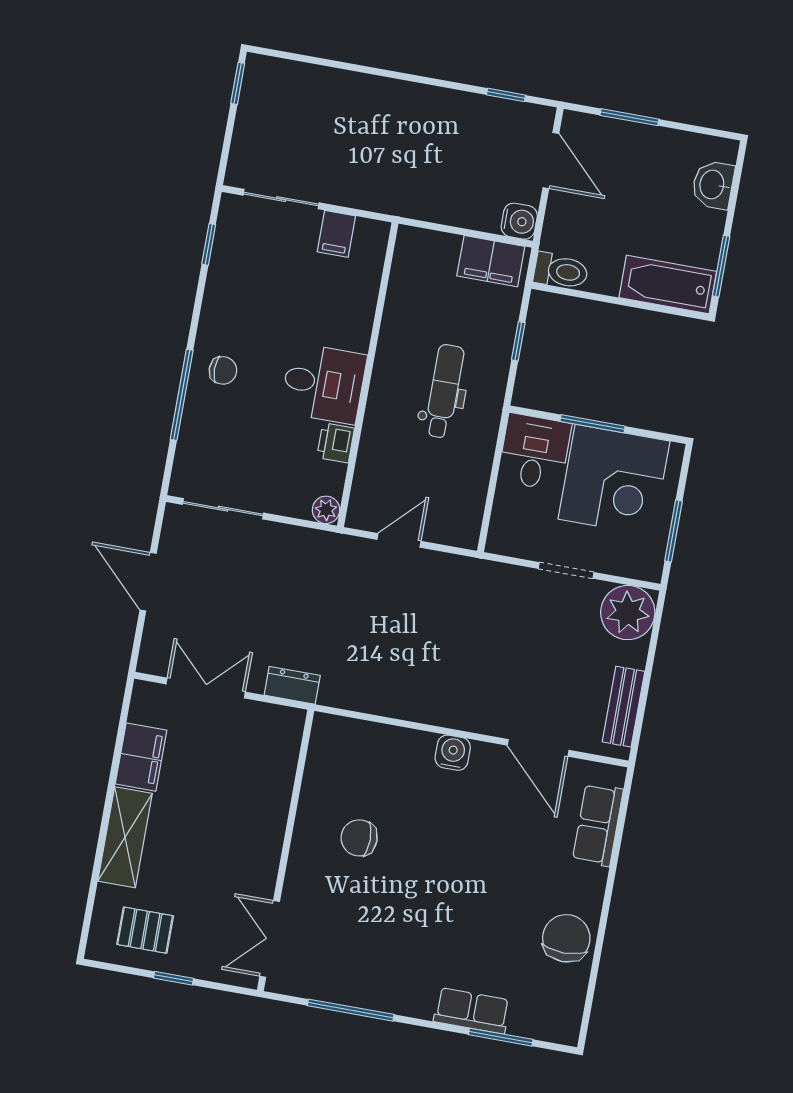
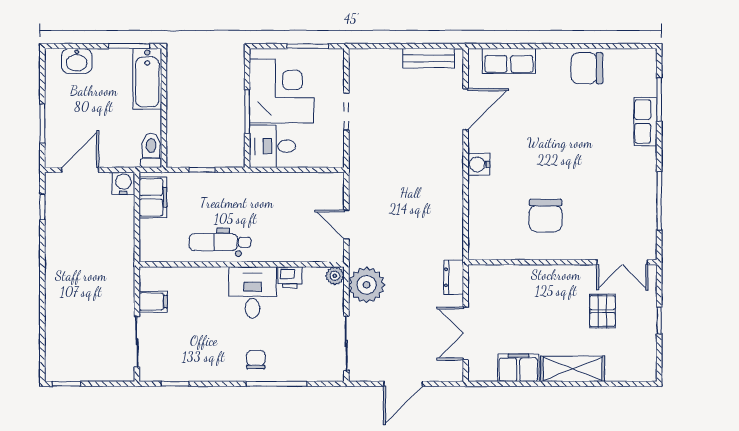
dental chair: (444, 391) -> (220, 242), moved
plant: (628, 613) -> (367, 285), moved
chair: (359, 838) -> (546, 216), width x1.37, depth x1.37
pallet: (145, 930) -> (602, 311), moved

